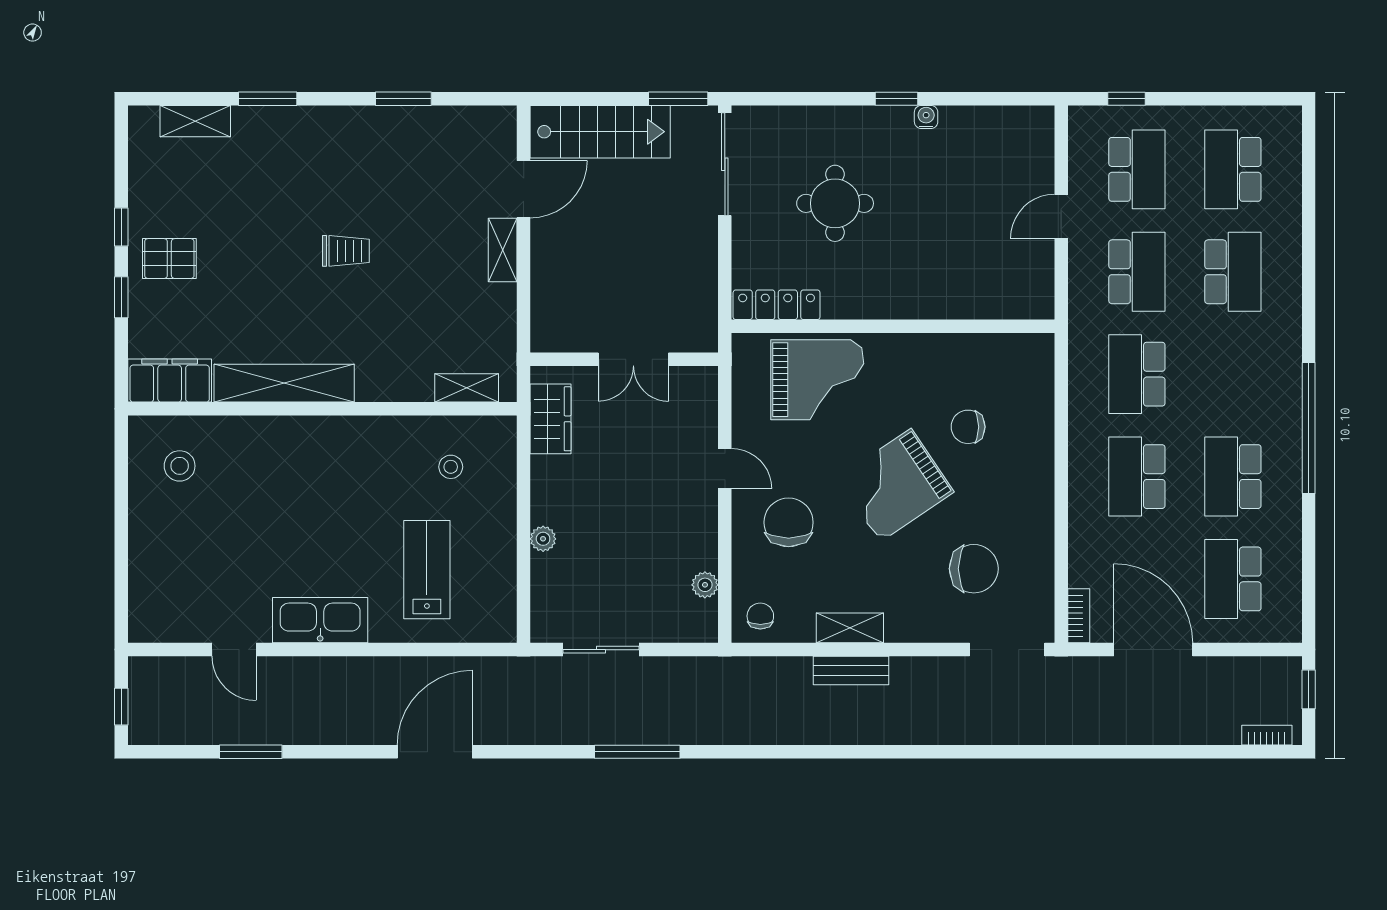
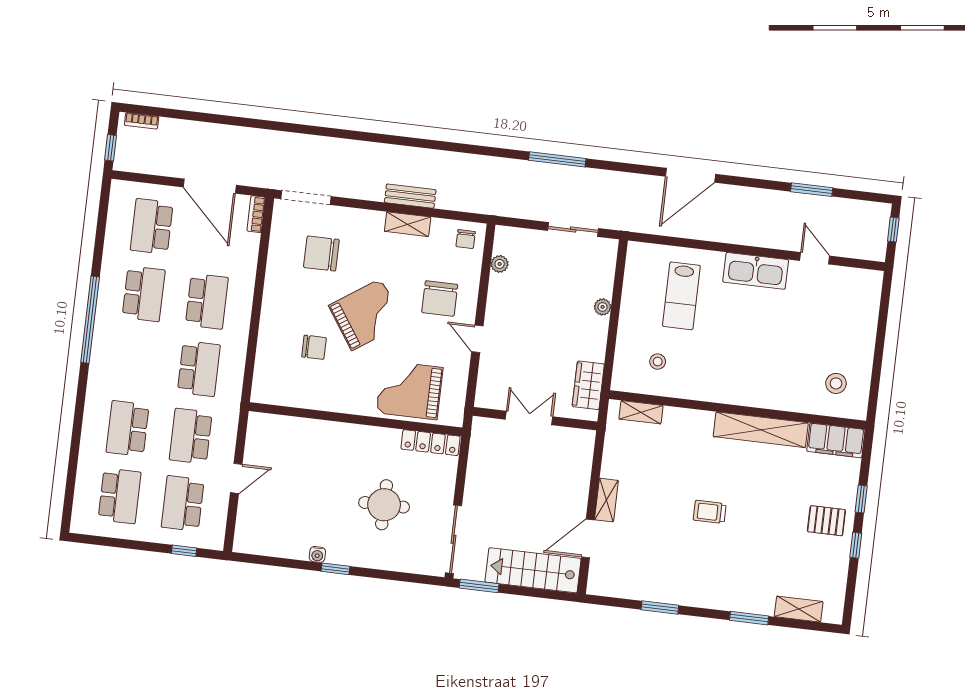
school desk: (1233, 579) -> (152, 226), turned 180

